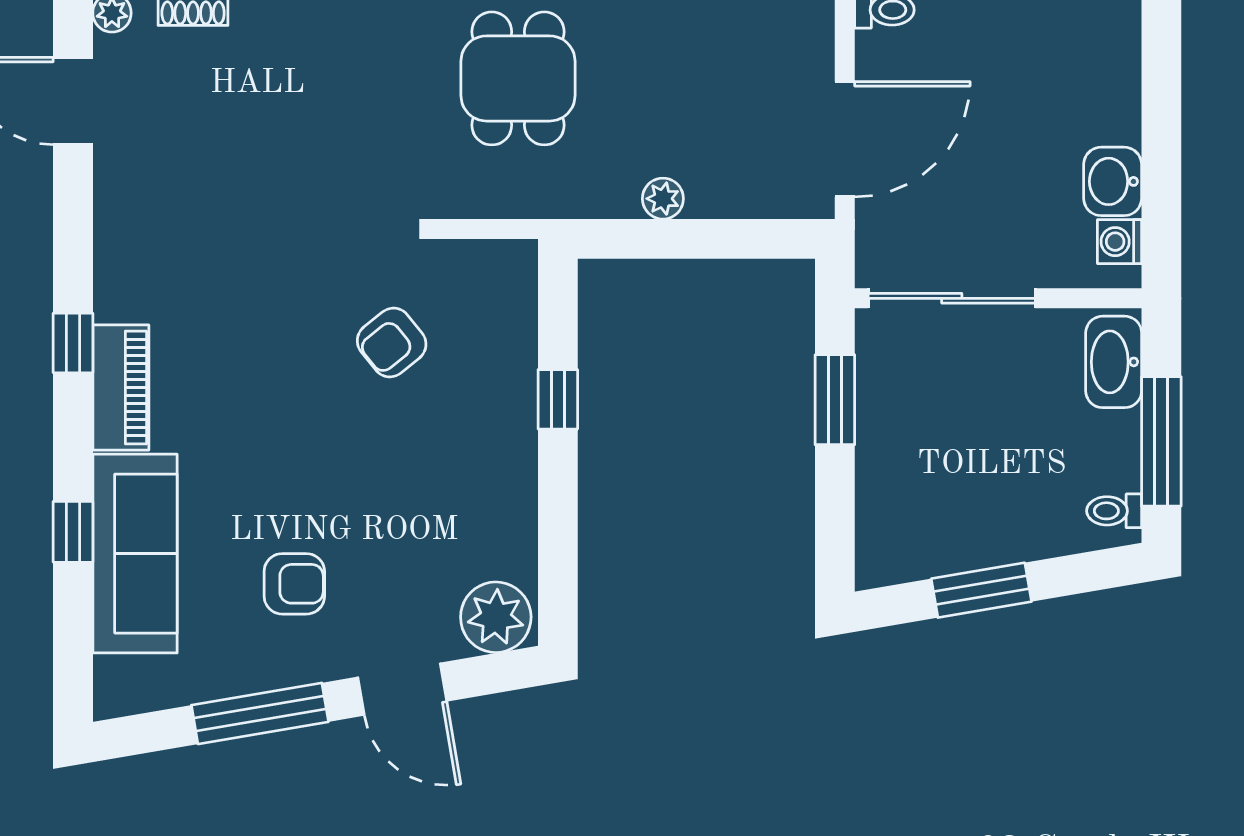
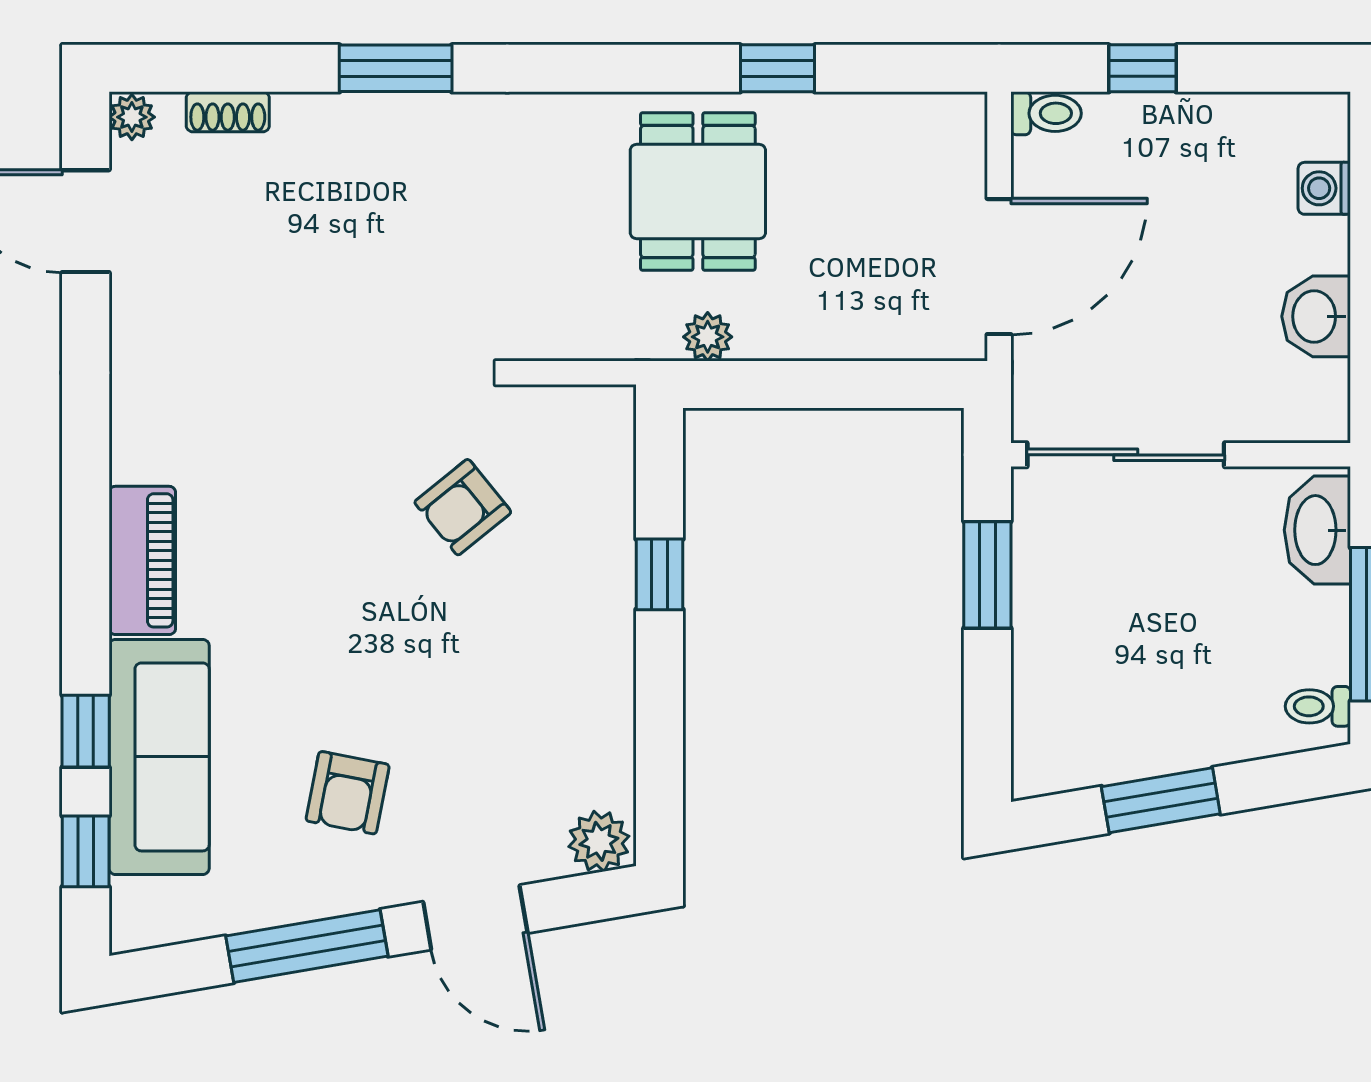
dining table: (518, 78) -> (698, 192), moved
plant: (663, 199) -> (708, 337), moved
washing machine: (1120, 242) -> (1324, 188), moved
window: (73, 343) -> (86, 851), moved
armchair: (294, 584) -> (348, 793), turned 101
plant: (496, 617) -> (599, 841), width x0.73, depth x0.73

